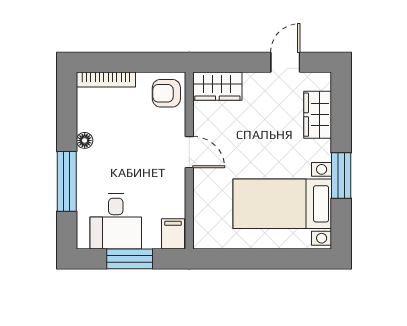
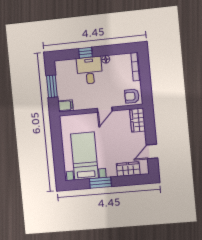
door: (285, 62) -> (152, 152), swing flipped
armchair: (166, 93) -> (132, 96), turned -90
window: (67, 181) -> (86, 53), width x0.46
desk: (116, 221) -> (90, 70), moved, turned 90

